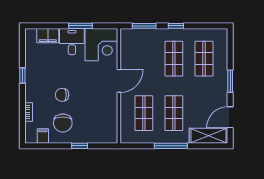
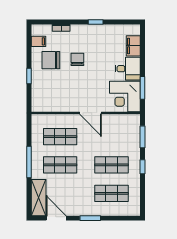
window: (81, 26) -> (143, 88), moved

